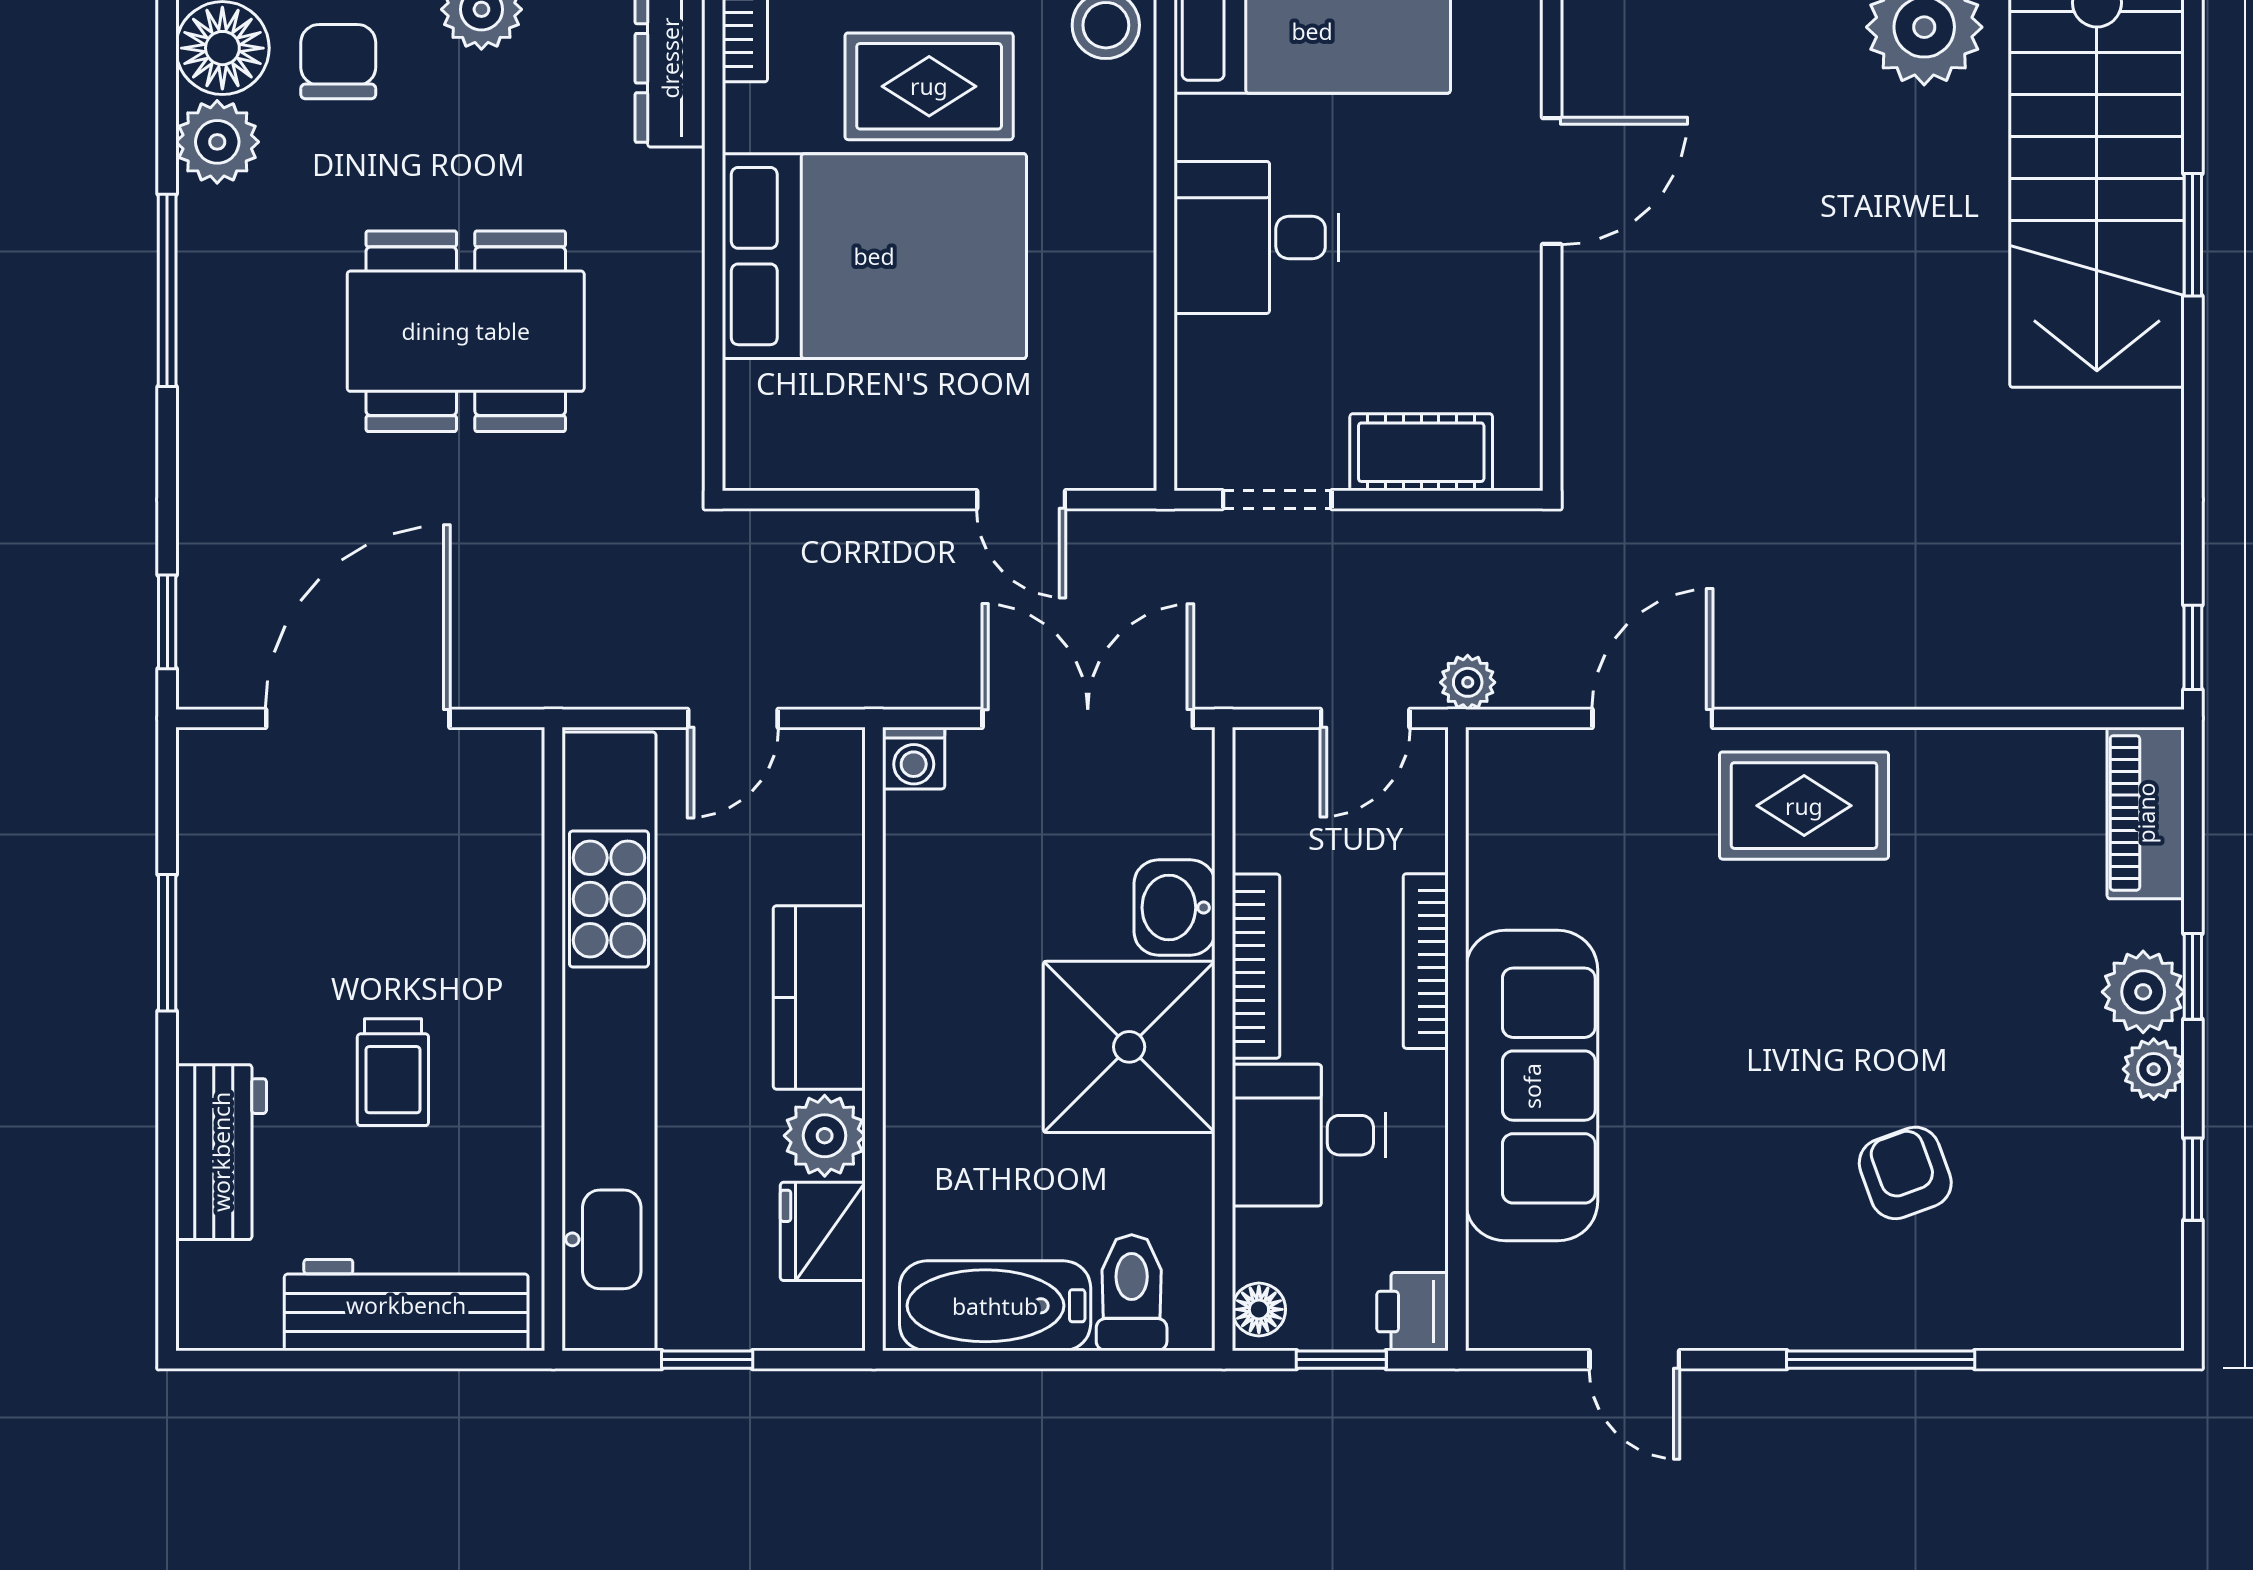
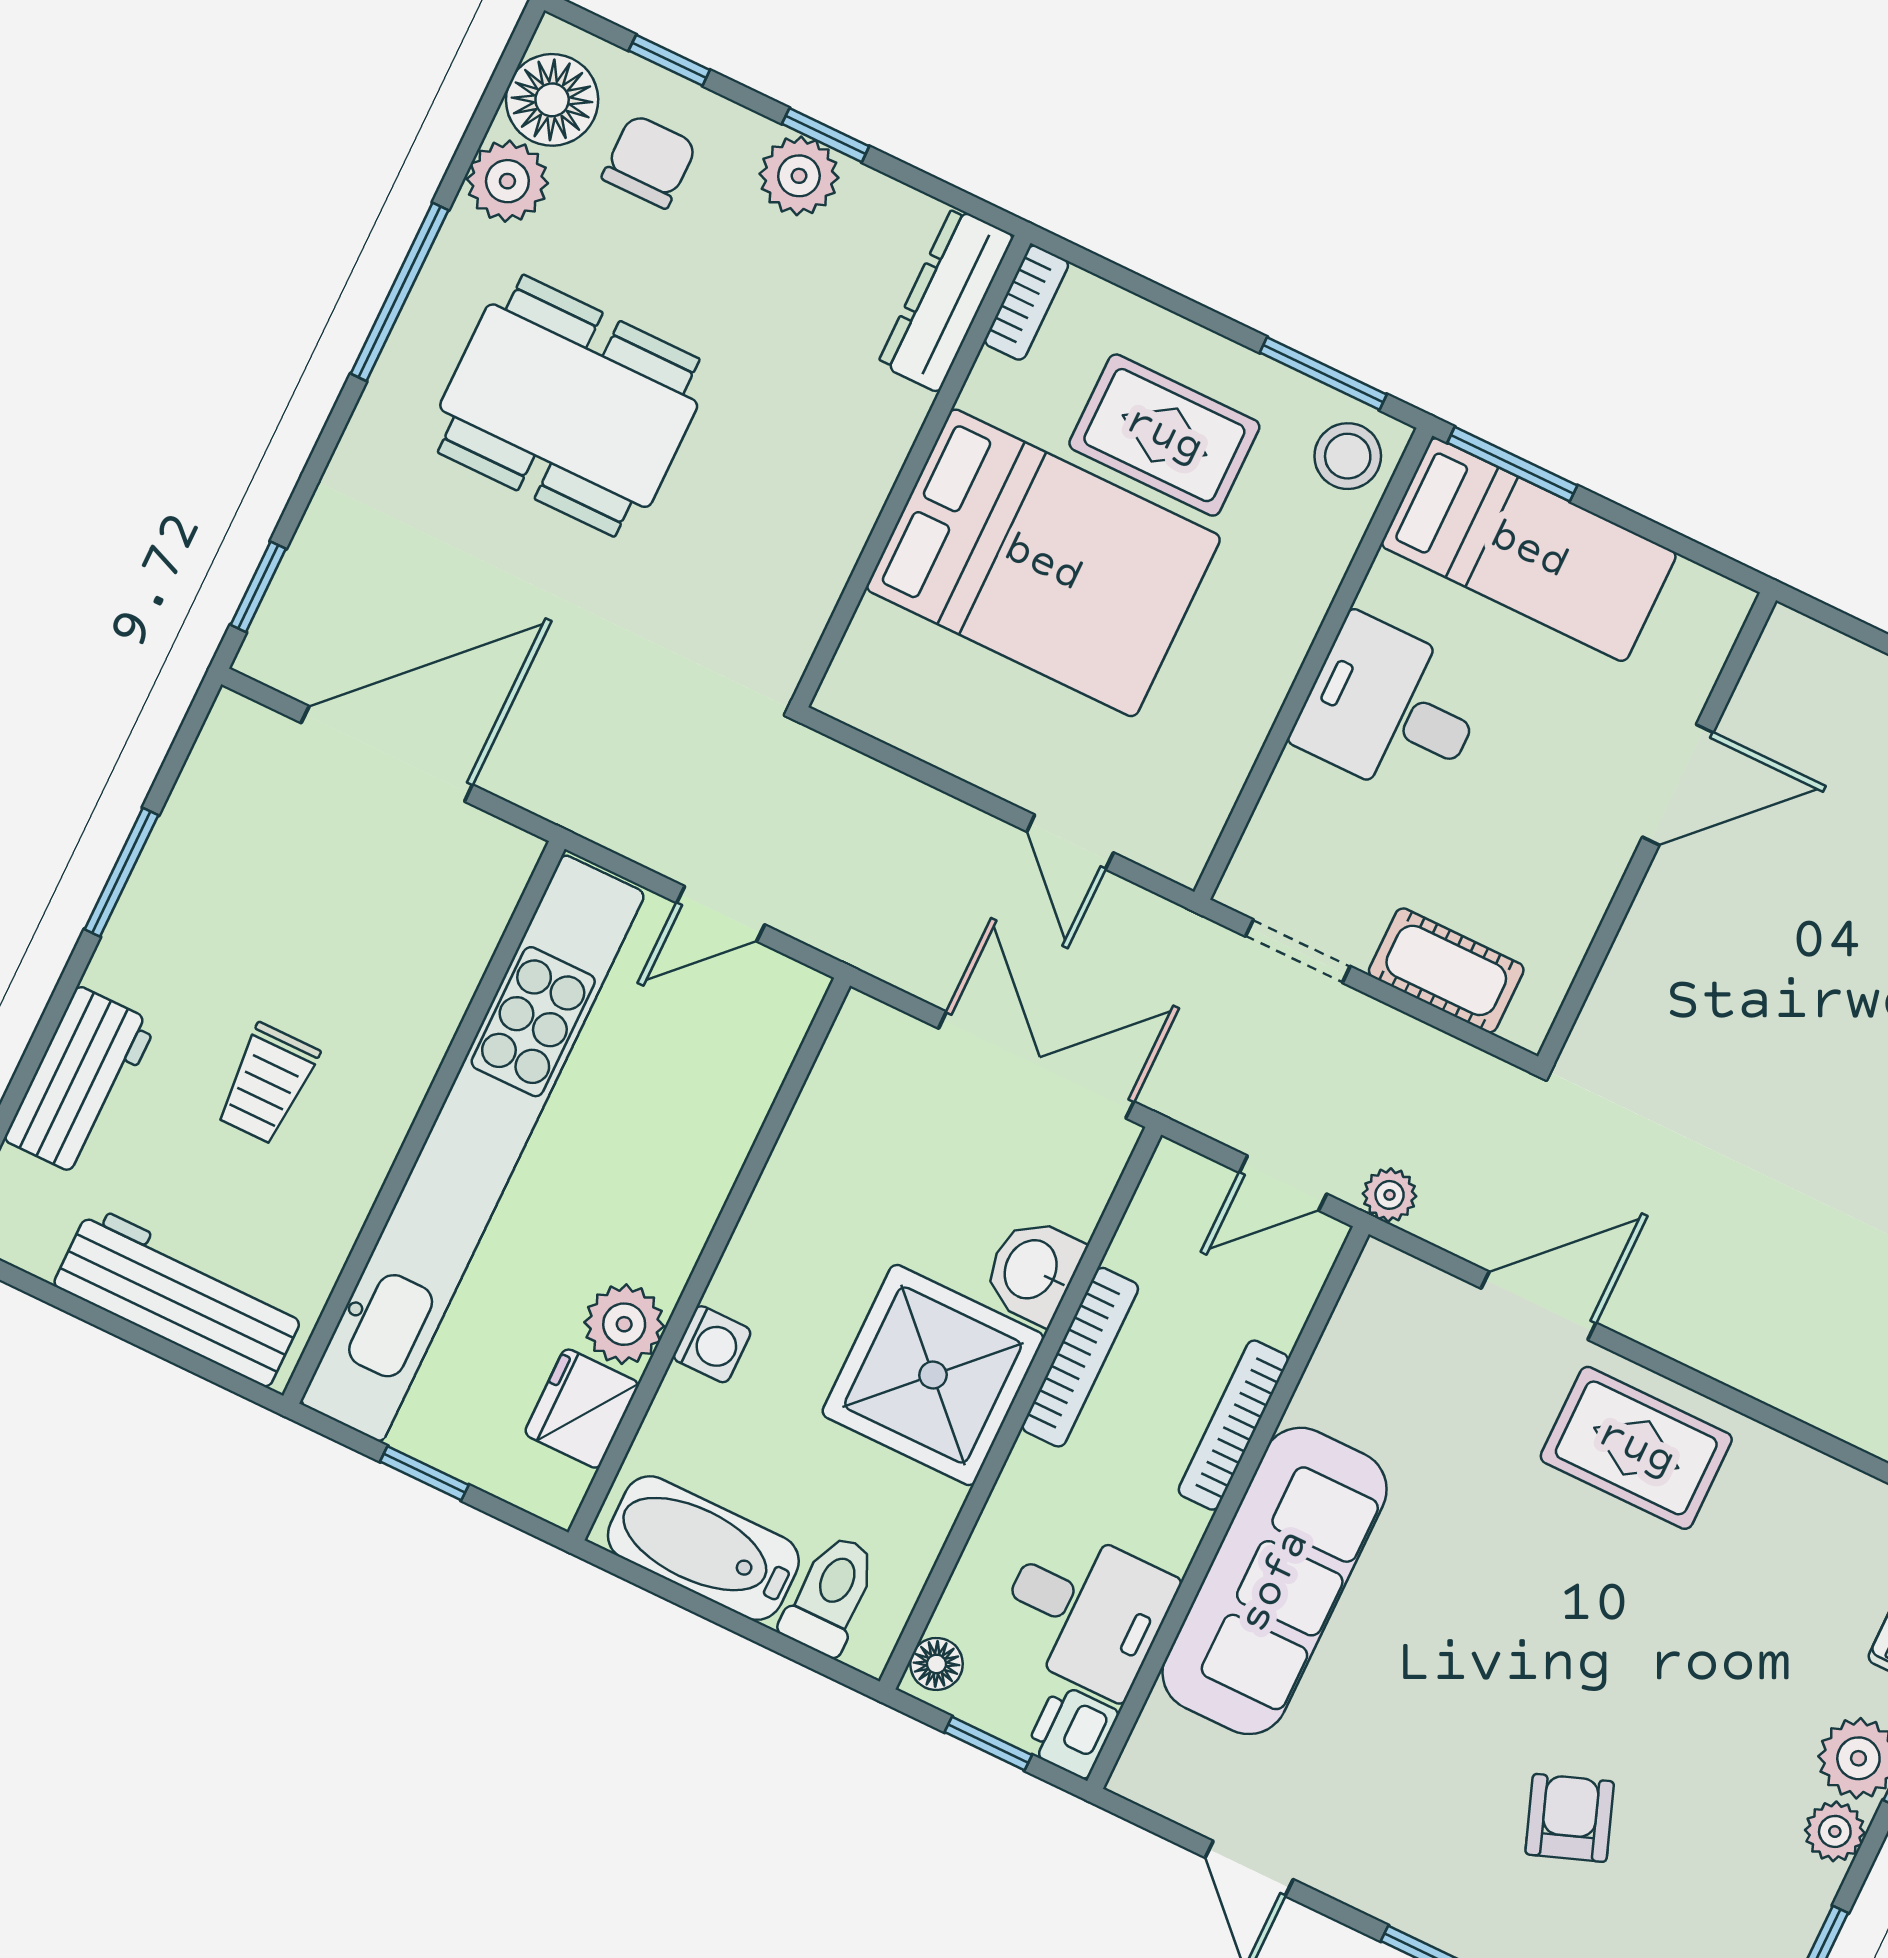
dining table: (466, 331) -> (569, 406), moved
washing machine: (914, 758) -> (712, 1344), moved, turned -90
kitchen counter: (819, 997) -> (678, 1199), removed
desk: (1309, 1135) -> (1085, 1611), moved, turned 180

